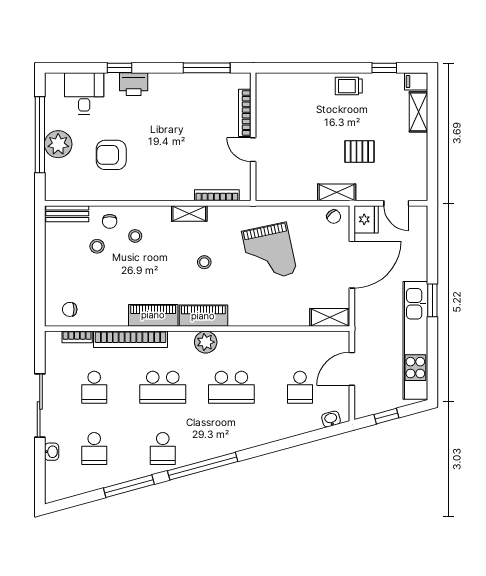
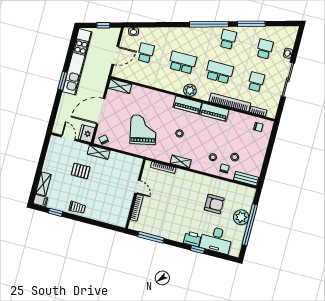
desk: (84, 94) -> (216, 240), width x1.37

